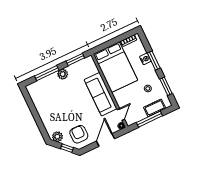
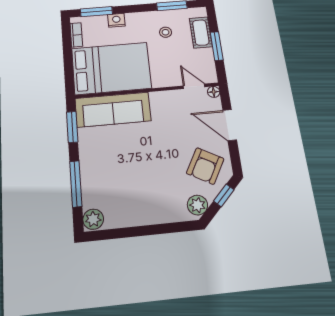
window: (154, 61) -> (96, 12), moved
plant: (63, 74) -> (93, 219), moved
sofa: (101, 94) -> (113, 110), moved
window: (149, 119) -> (217, 46), width x0.69
armchair: (79, 134) -> (205, 166), turned -61

